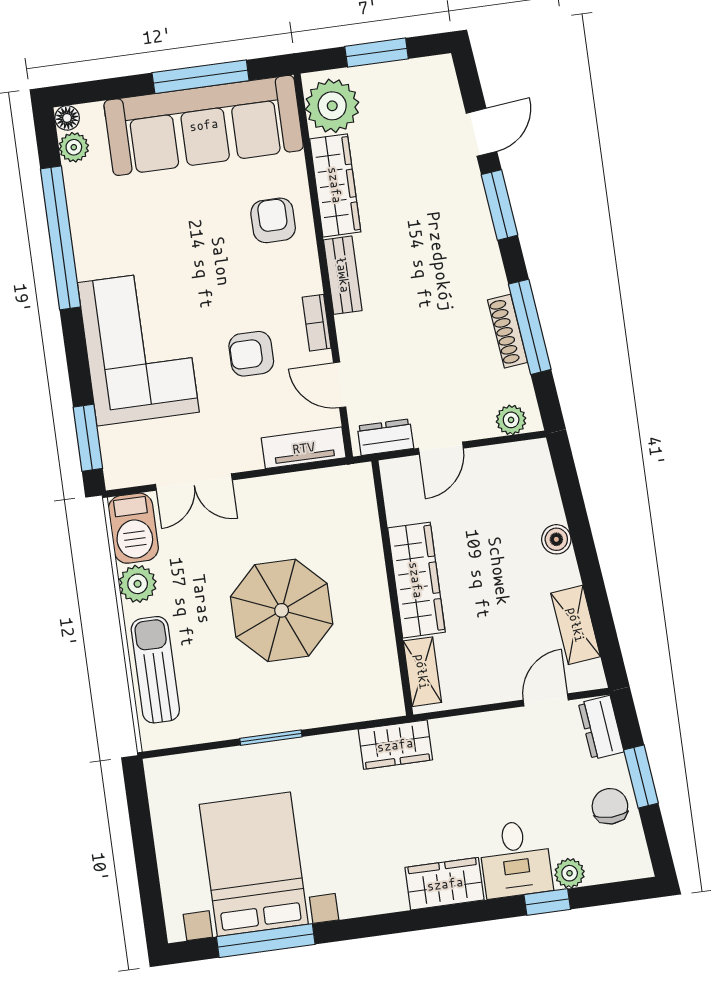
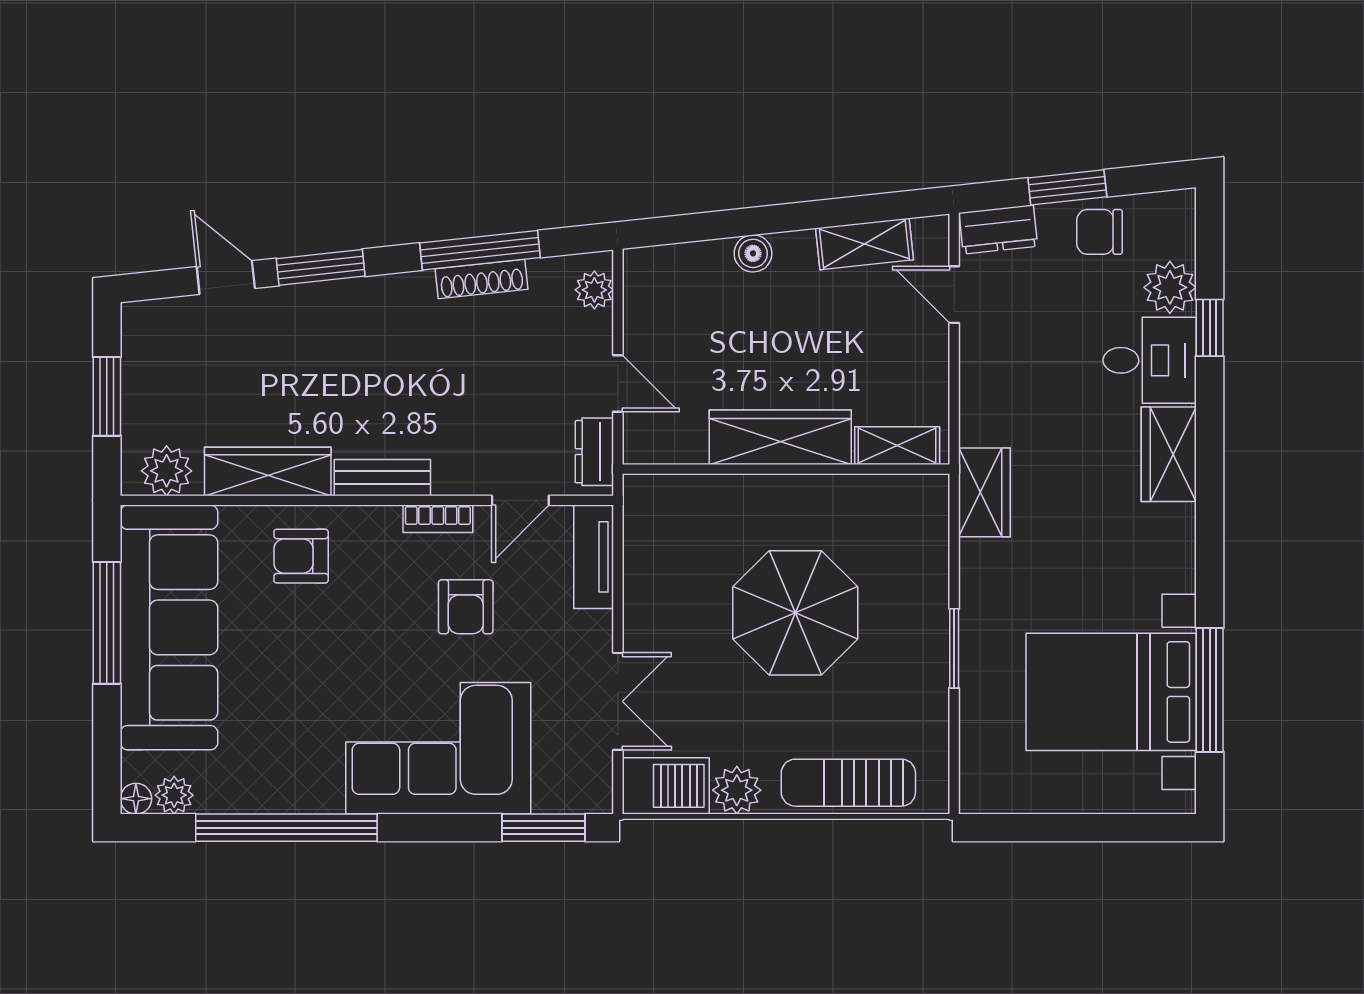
plant: (332, 106) -> (167, 471), width x0.73, depth x0.73
plant: (570, 873) -> (1170, 287), width x1.38, depth x1.38

